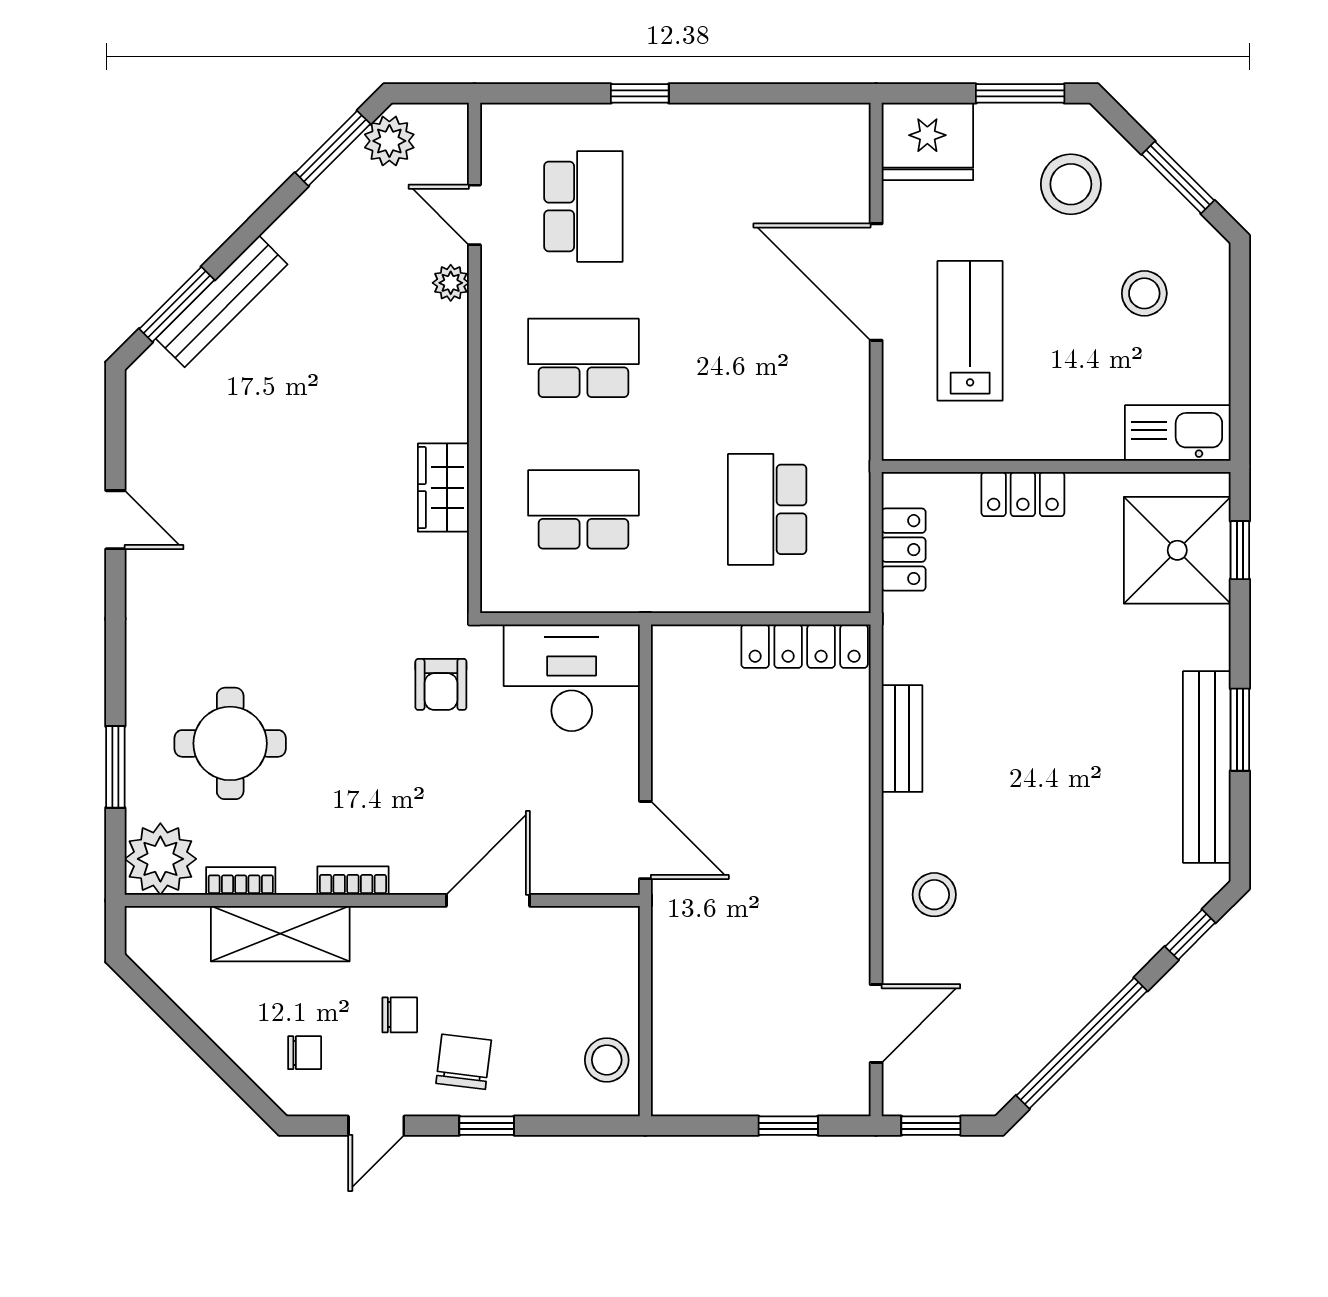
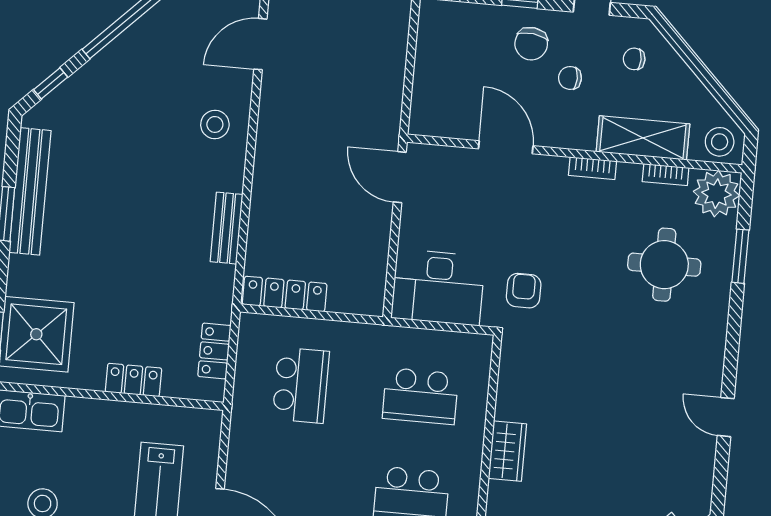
wardrobe: (443, 488) -> (507, 451), moved
door: (488, 900) -> (506, 147), swing flipped
stool: (607, 1060) -> (720, 142), moved

